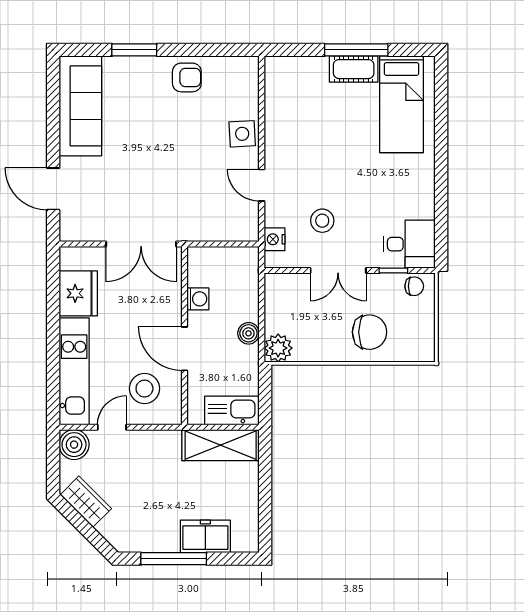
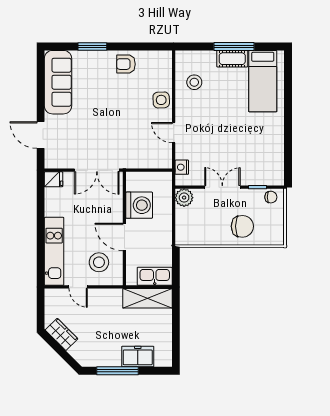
armchair: (187, 77) -> (126, 64), turned 180
stool: (322, 221) -> (194, 82), moved
desk: (409, 244) -> (268, 170), removed
double door: (338, 270) -> (222, 187), swing flipped
fridge: (78, 293) -> (54, 179), moved, width x0.53, depth x0.75
washing machine: (198, 299) -> (139, 205), width x1.89, depth x1.89
boiler: (248, 333) -> (165, 227), removed
plant: (278, 348) -> (184, 198), moved
door: (112, 427) -> (78, 287), swing flipped
boiler: (74, 445) -> (54, 298), removed

